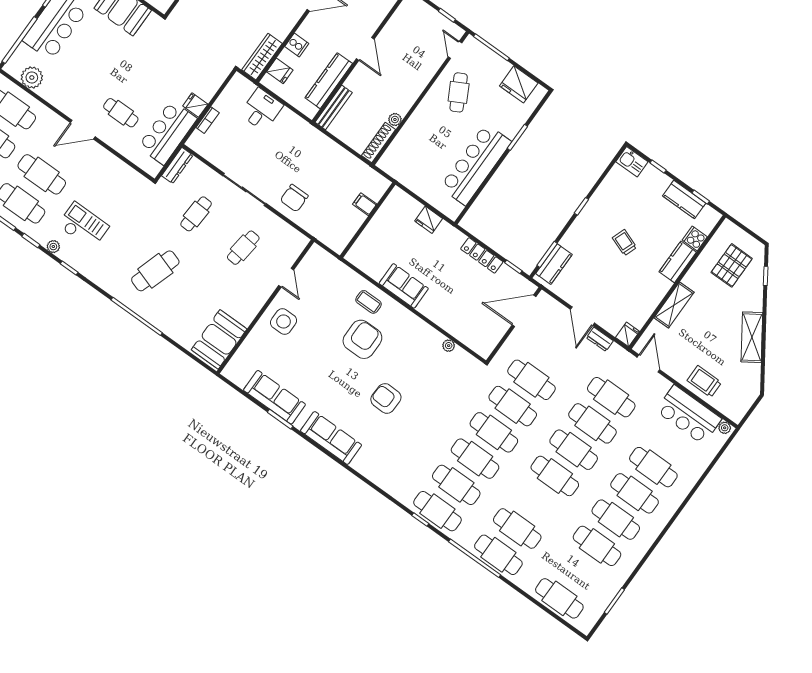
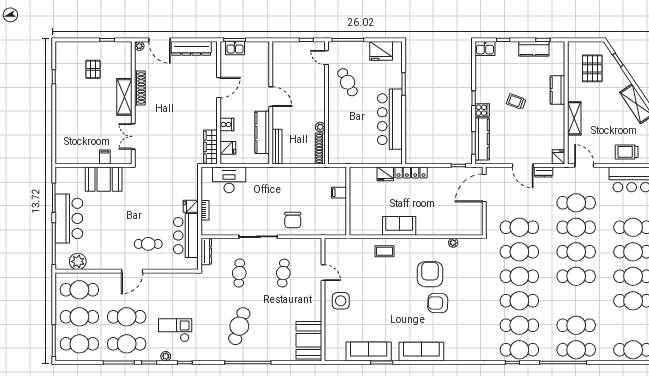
desk: (261, 110) -> (229, 180), width x1.37
cooker: (695, 238) -> (482, 110), moved, turned 180
locker: (482, 255) -> (411, 173), moved
kitchen counter: (554, 264) -> (482, 139), width x1.50
armchair: (362, 339) -> (430, 274), moved

